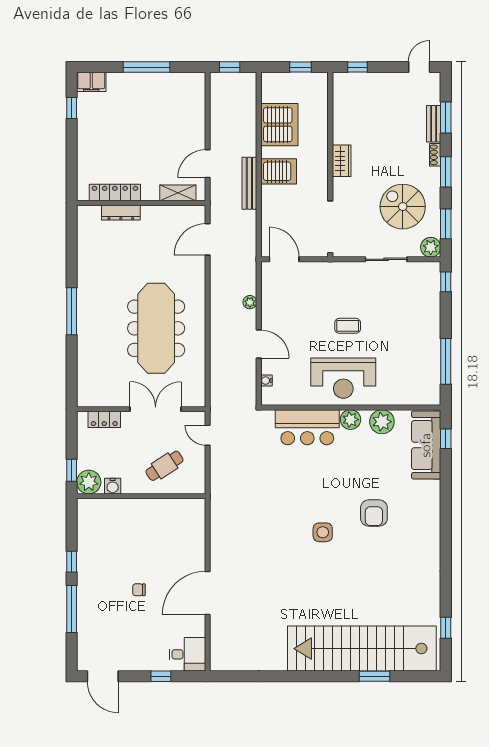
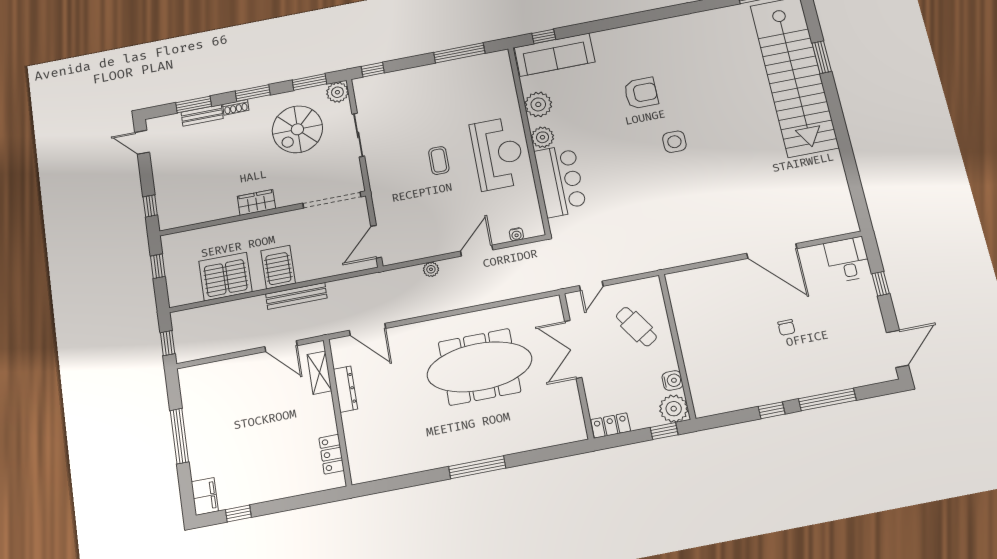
locker: (115, 193) -> (331, 454), width x0.66
dresser: (121, 213) -> (345, 389), moved
locker: (104, 419) -> (611, 425), moved, turned -90

